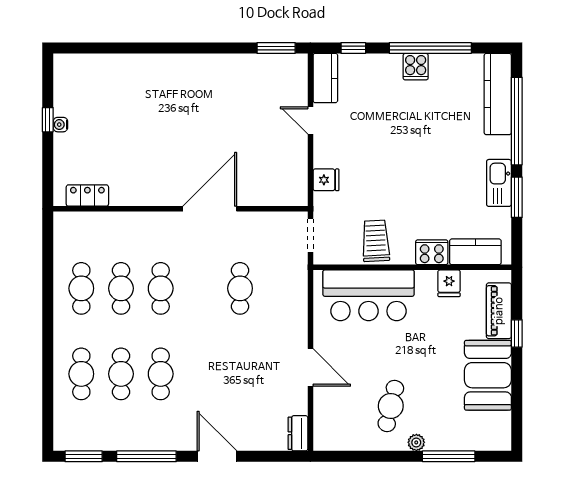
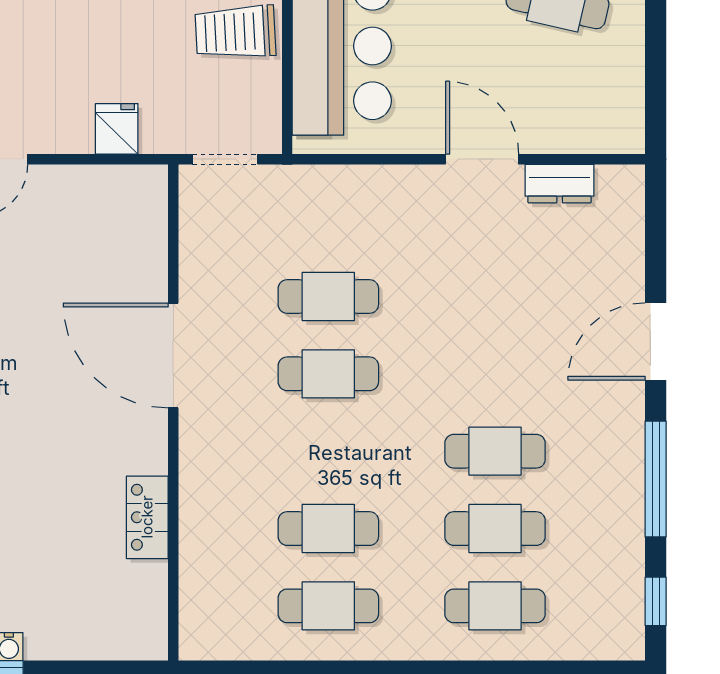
locker: (87, 196) -> (147, 517), moved
cafe table: (161, 288) -> (328, 374), moved
door: (310, 367) -> (482, 159), hinge flipped
dresser: (298, 433) -> (560, 184), moved
window: (84, 456) -> (656, 601), width x0.67

